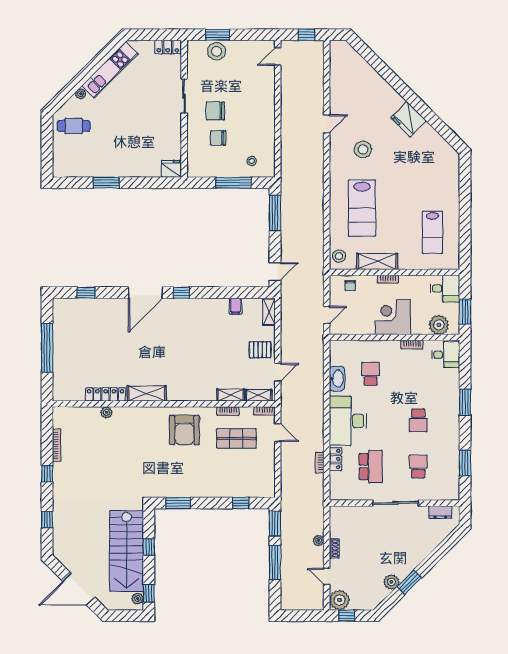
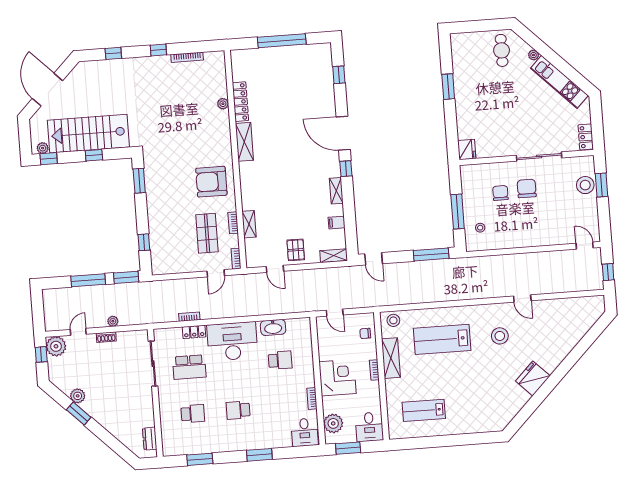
sliding door: (184, 96) -> (539, 157), width x1.37
shelving: (259, 395) -> (336, 191), moved
sliding door: (396, 503) -> (153, 364), moved

